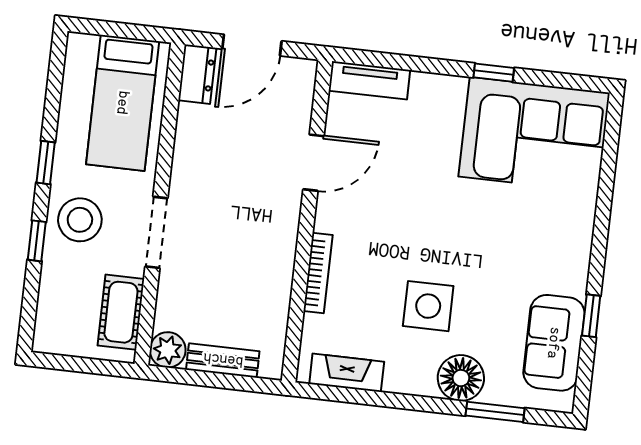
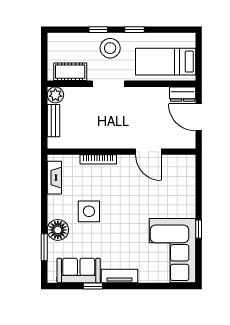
tv unit: (369, 80) -> (119, 276), moved, turned 90

